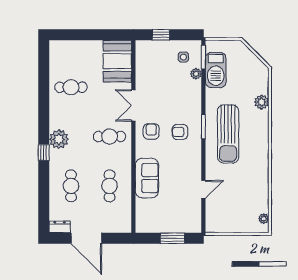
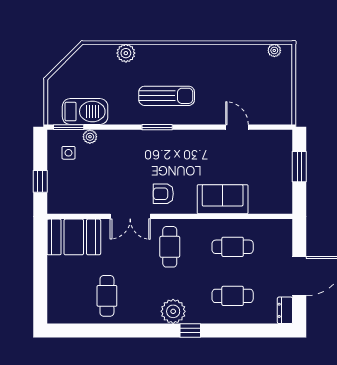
armchair: (180, 132) -> (164, 157), removed
sun lounger: (228, 134) -> (167, 96), width x0.73, depth x0.75

